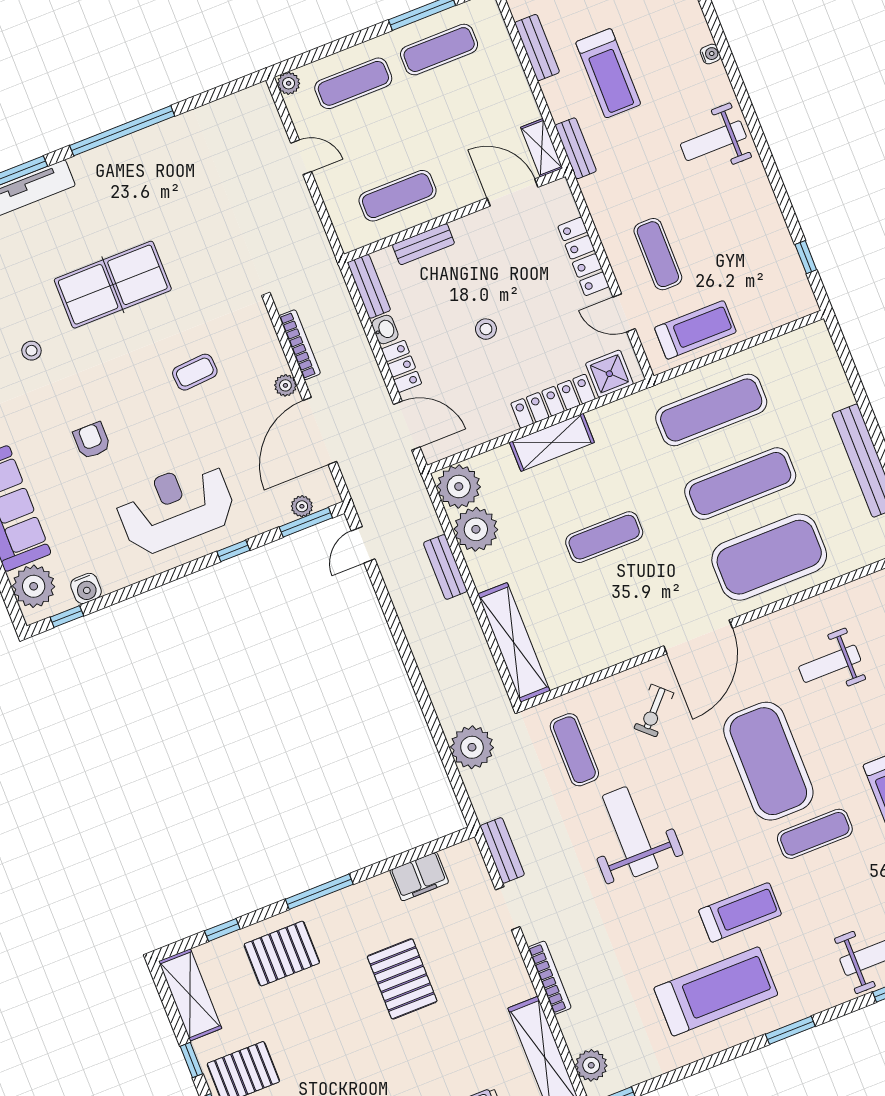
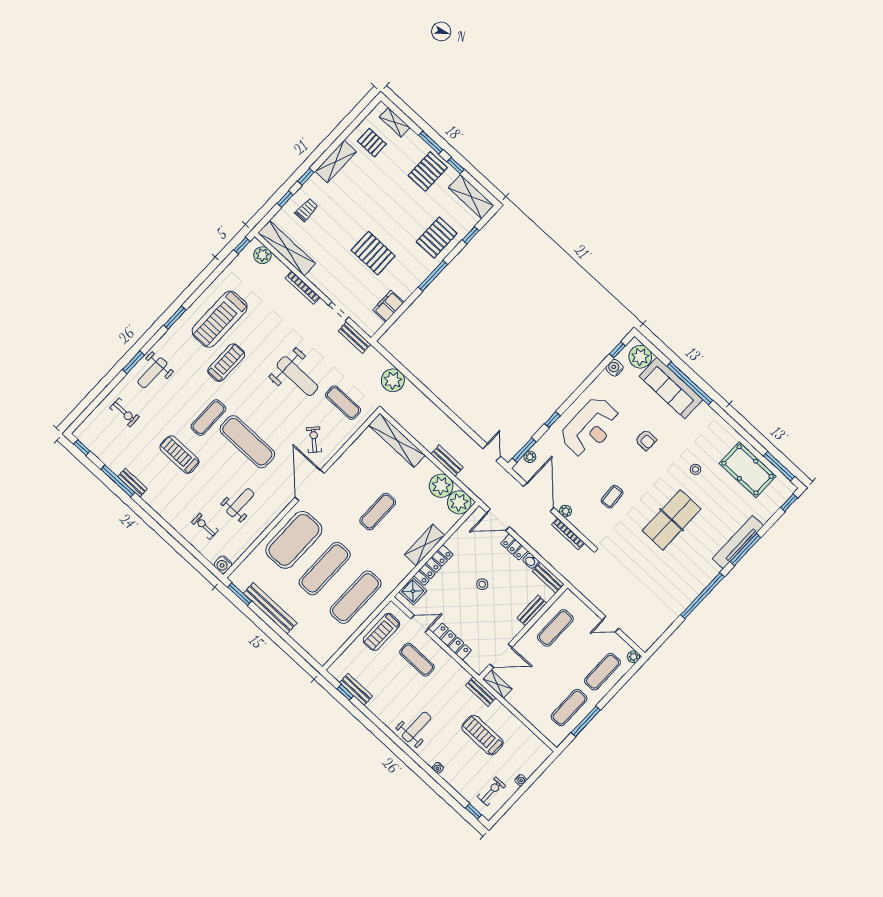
bench: (537, 48) -> (356, 689), moved
exercise mat: (768, 761) -> (247, 442), width x0.68
treadmill: (740, 912) -> (226, 363), turned 180

